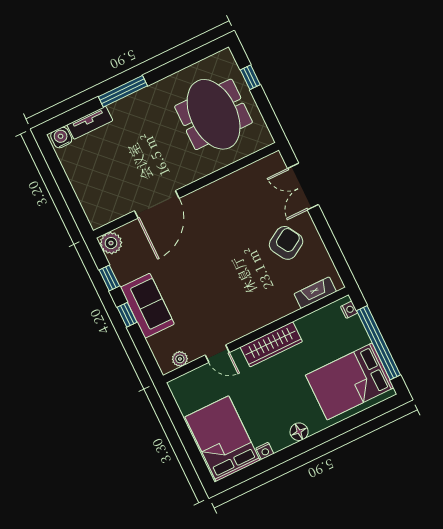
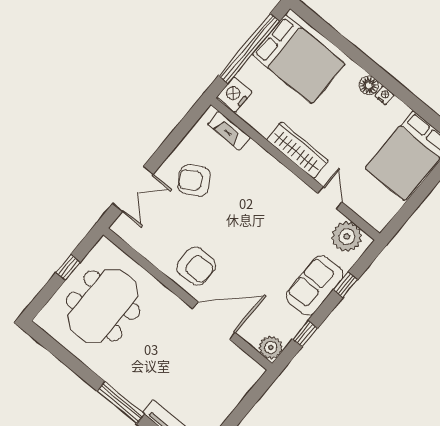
window: (250, 77) -> (68, 267), moved
armchair: (211, 211) -> (196, 266), added
nightstand: (349, 310) -> (235, 95), width x1.89, depth x1.79
window: (127, 315) -> (346, 285), moved
plant: (180, 359) -> (347, 237), width x1.88, depth x1.88
nightstand: (265, 451) -> (384, 95), moved

